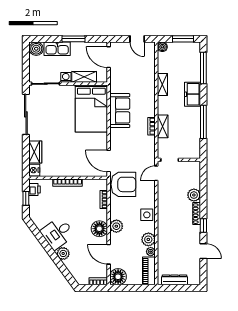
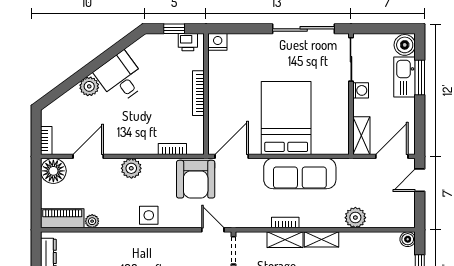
window: (73, 39) -> (420, 77), moved
door: (137, 39) -> (420, 180), moved
shelving: (84, 77) -> (361, 136), moved
shelving: (162, 84) -> (321, 239), moved
bed: (91, 109) -> (286, 118), moved, turned 90
sofa: (120, 111) -> (300, 174), width x1.36
wardrobe: (35, 152) -> (246, 43), removed
floor lamp: (99, 229) -> (127, 142), removed
plant: (148, 239) -> (355, 218), moved

